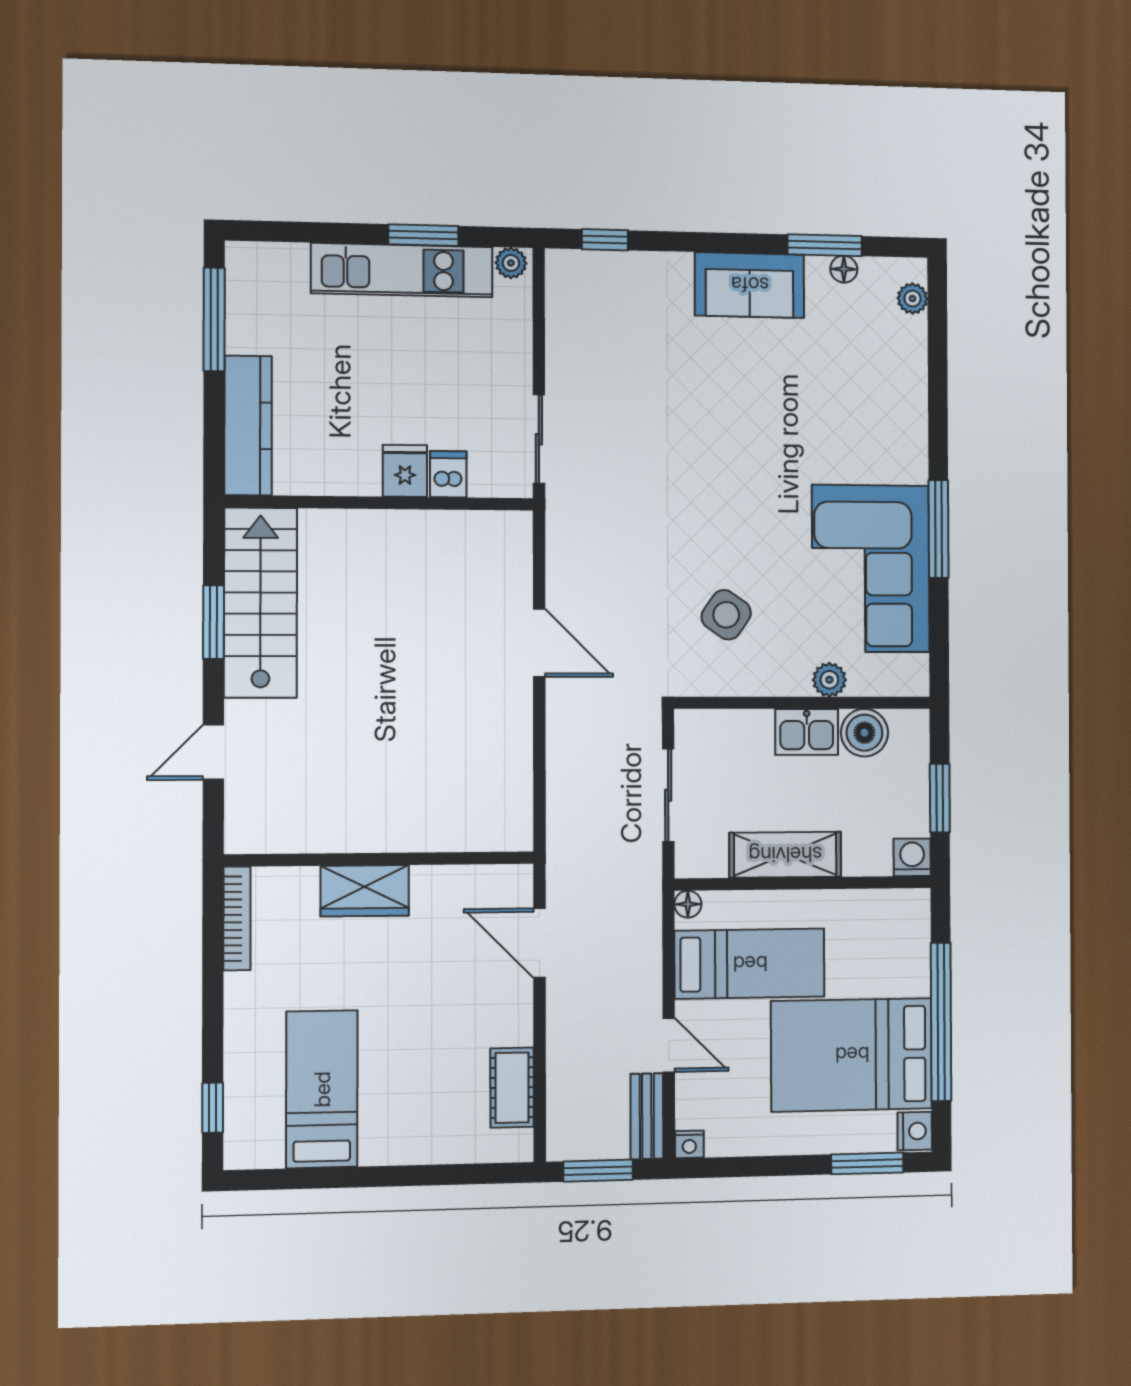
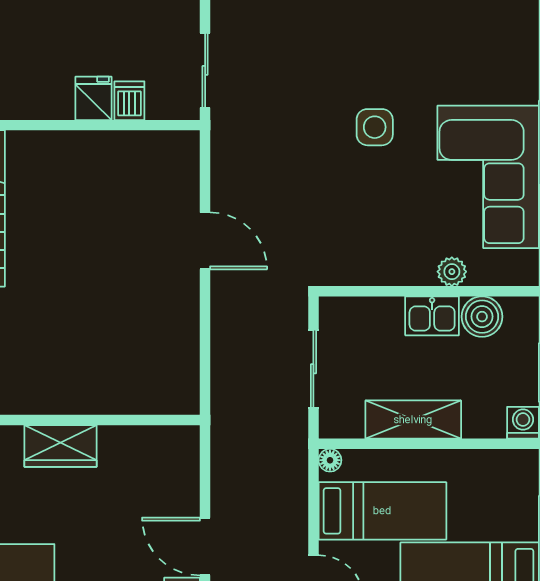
side table: (726, 615) -> (375, 127), moved, turned -35
door: (540, 943) -> (205, 547), moved

